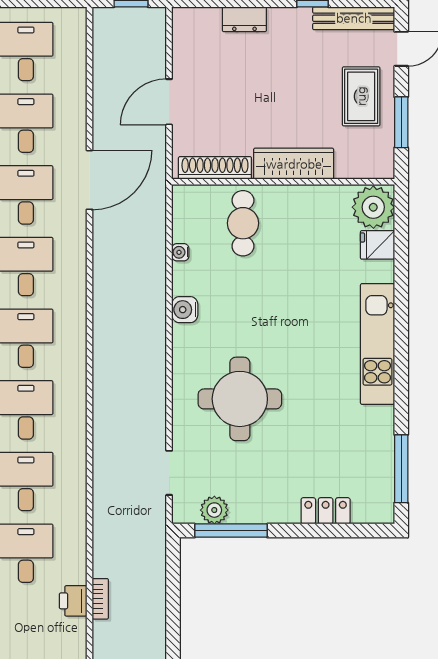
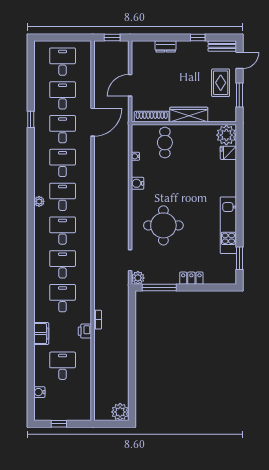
bench: (354, 18) -> (222, 46), width x0.73
kitchen unit: (377, 344) -> (228, 225), moved
window: (401, 469) -> (239, 258), width x0.69
plant: (214, 510) -> (138, 278), moved
locker: (326, 511) -> (191, 278), moved
printer: (73, 601) -> (85, 331), moved

